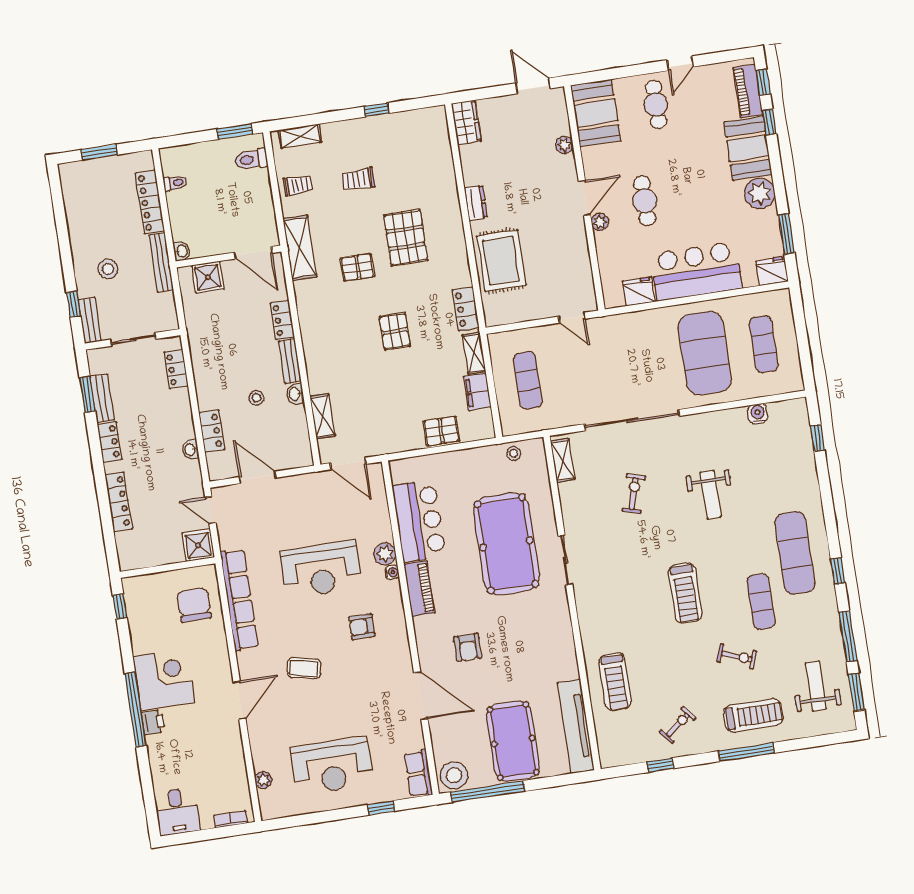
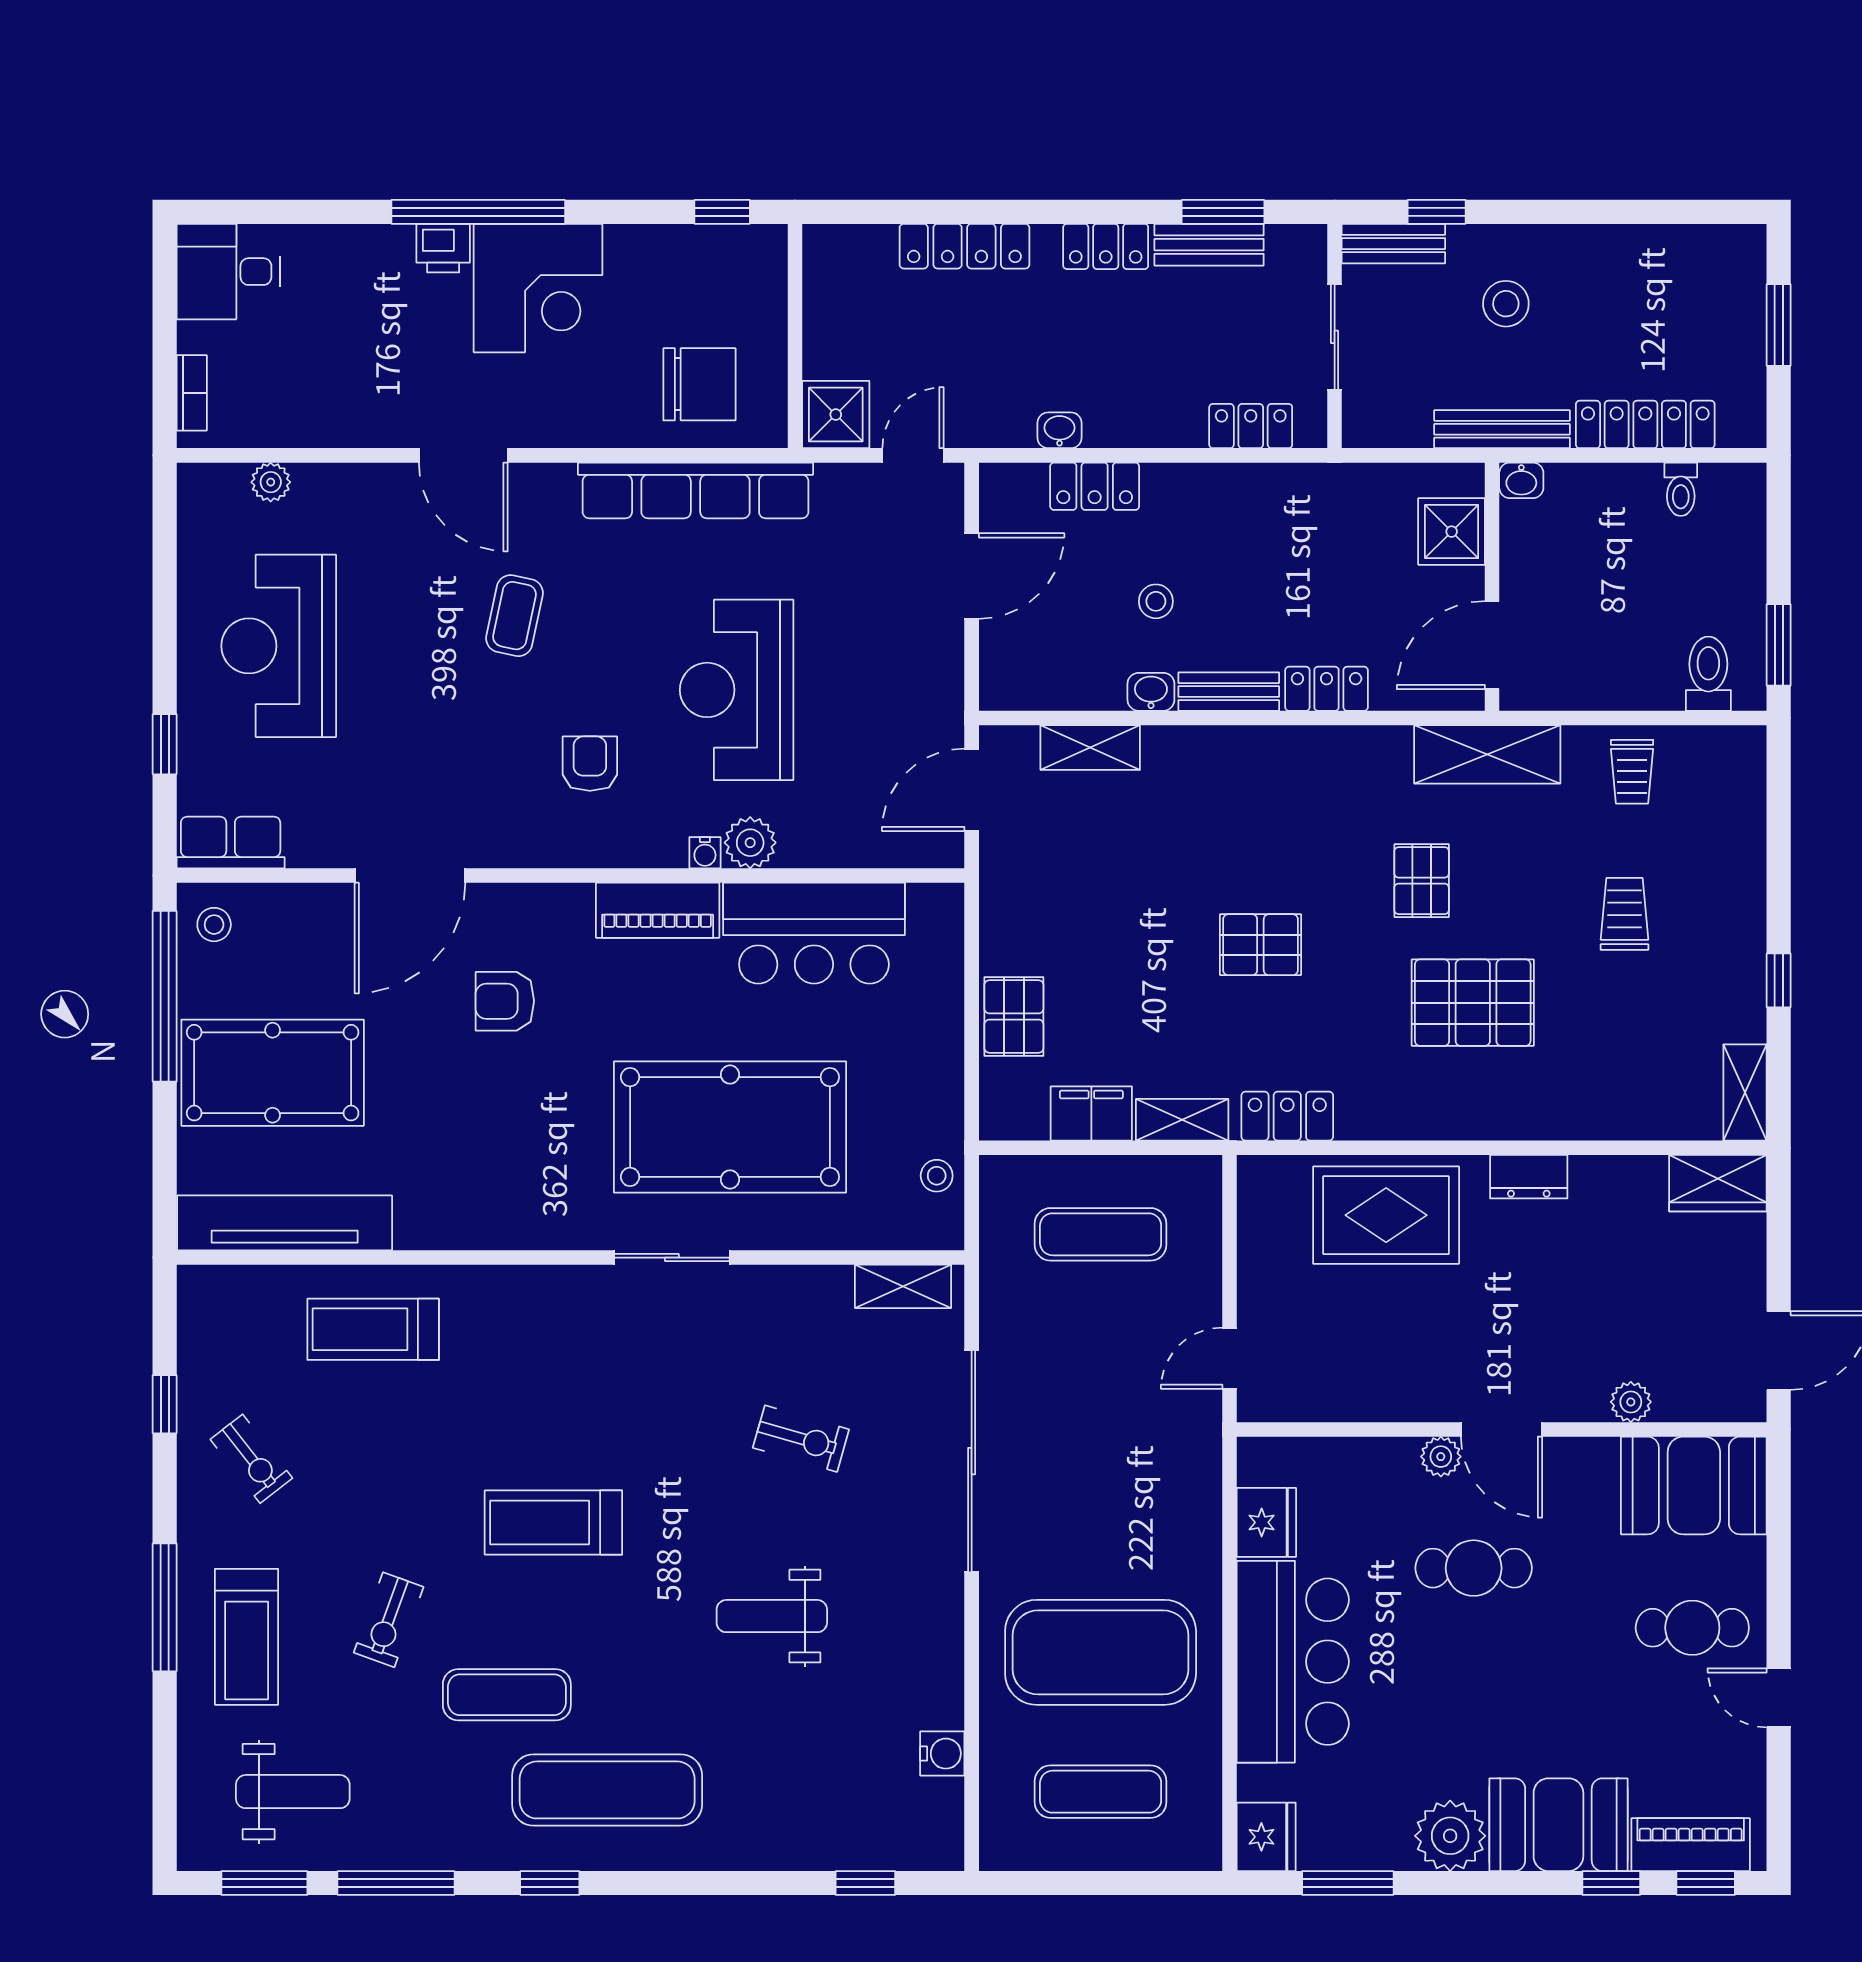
shelving: (300, 136) -> (1745, 1092), moved
stool: (454, 775) -> (214, 925), width x0.53, depth x0.53

